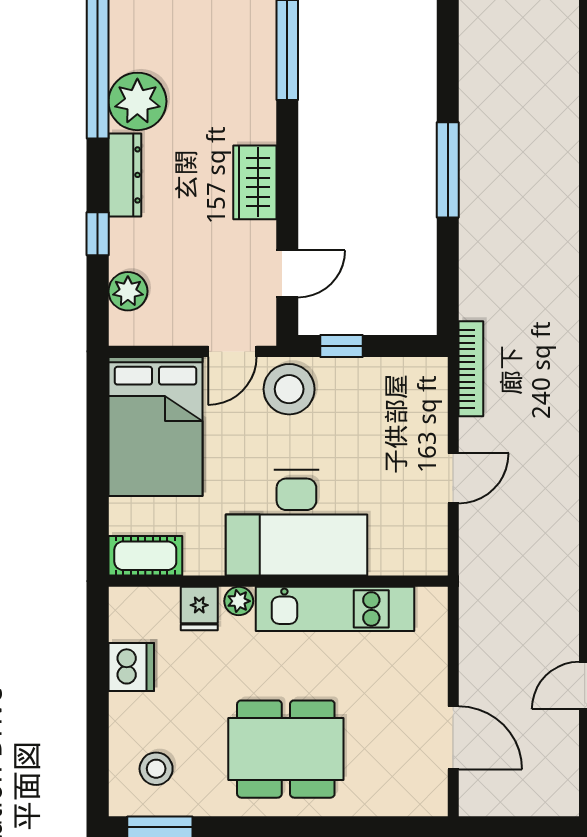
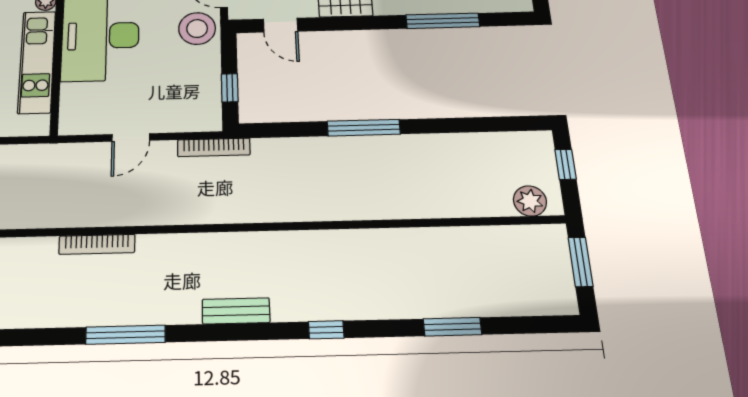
window: (342, 346) -> (230, 88), moved
door: (453, 478) -> (131, 137), hinge flipped

